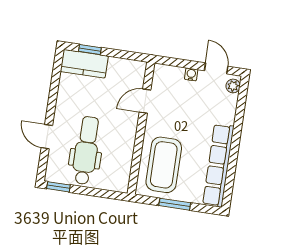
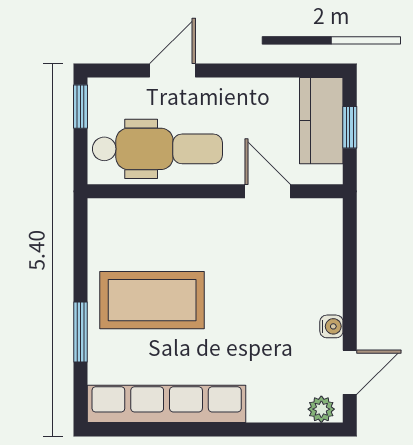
door: (145, 101) -> (268, 191), moved
wall: (141, 128) -> (215, 191), moved

